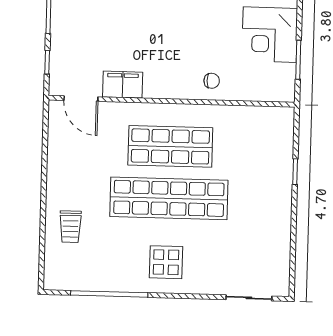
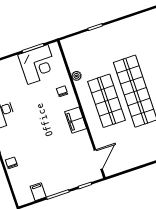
corner desk: (270, 35) -> (38, 65), moved
filing cabinet: (123, 85) -> (76, 120), moved
plant: (228, 113) -> (76, 76), added

